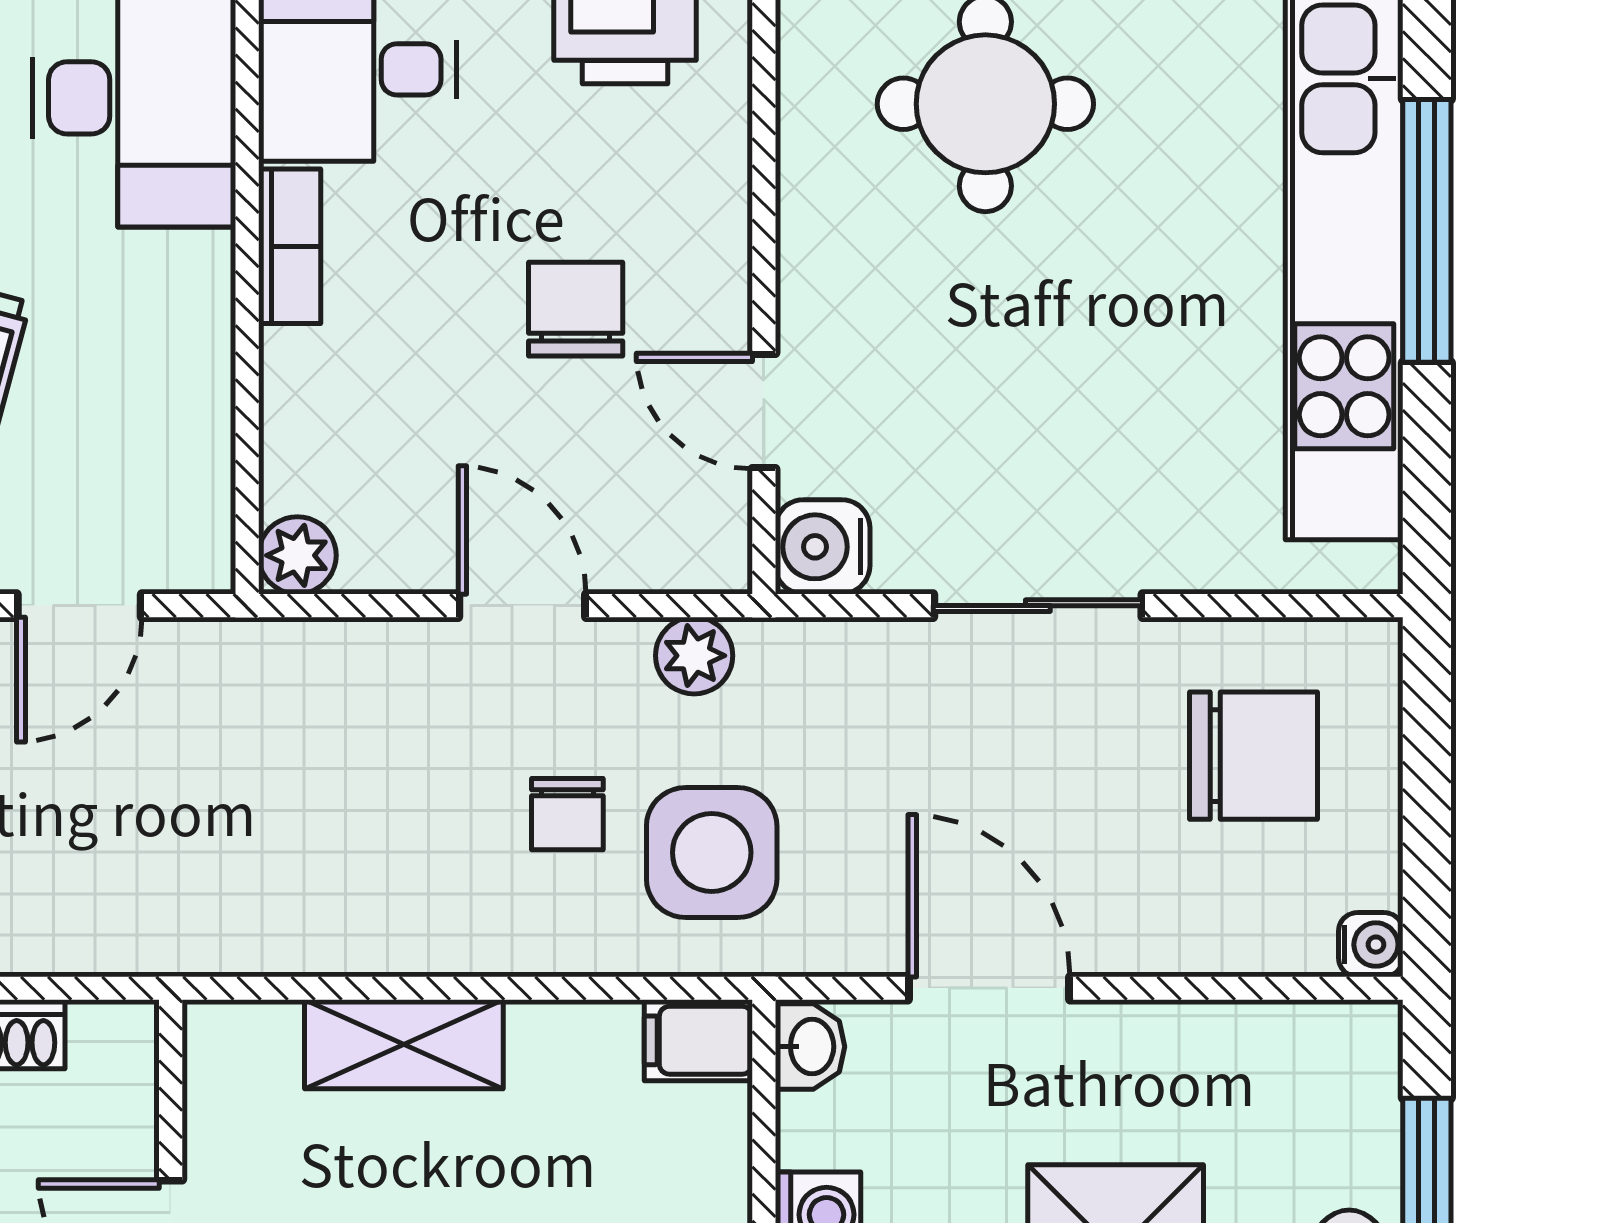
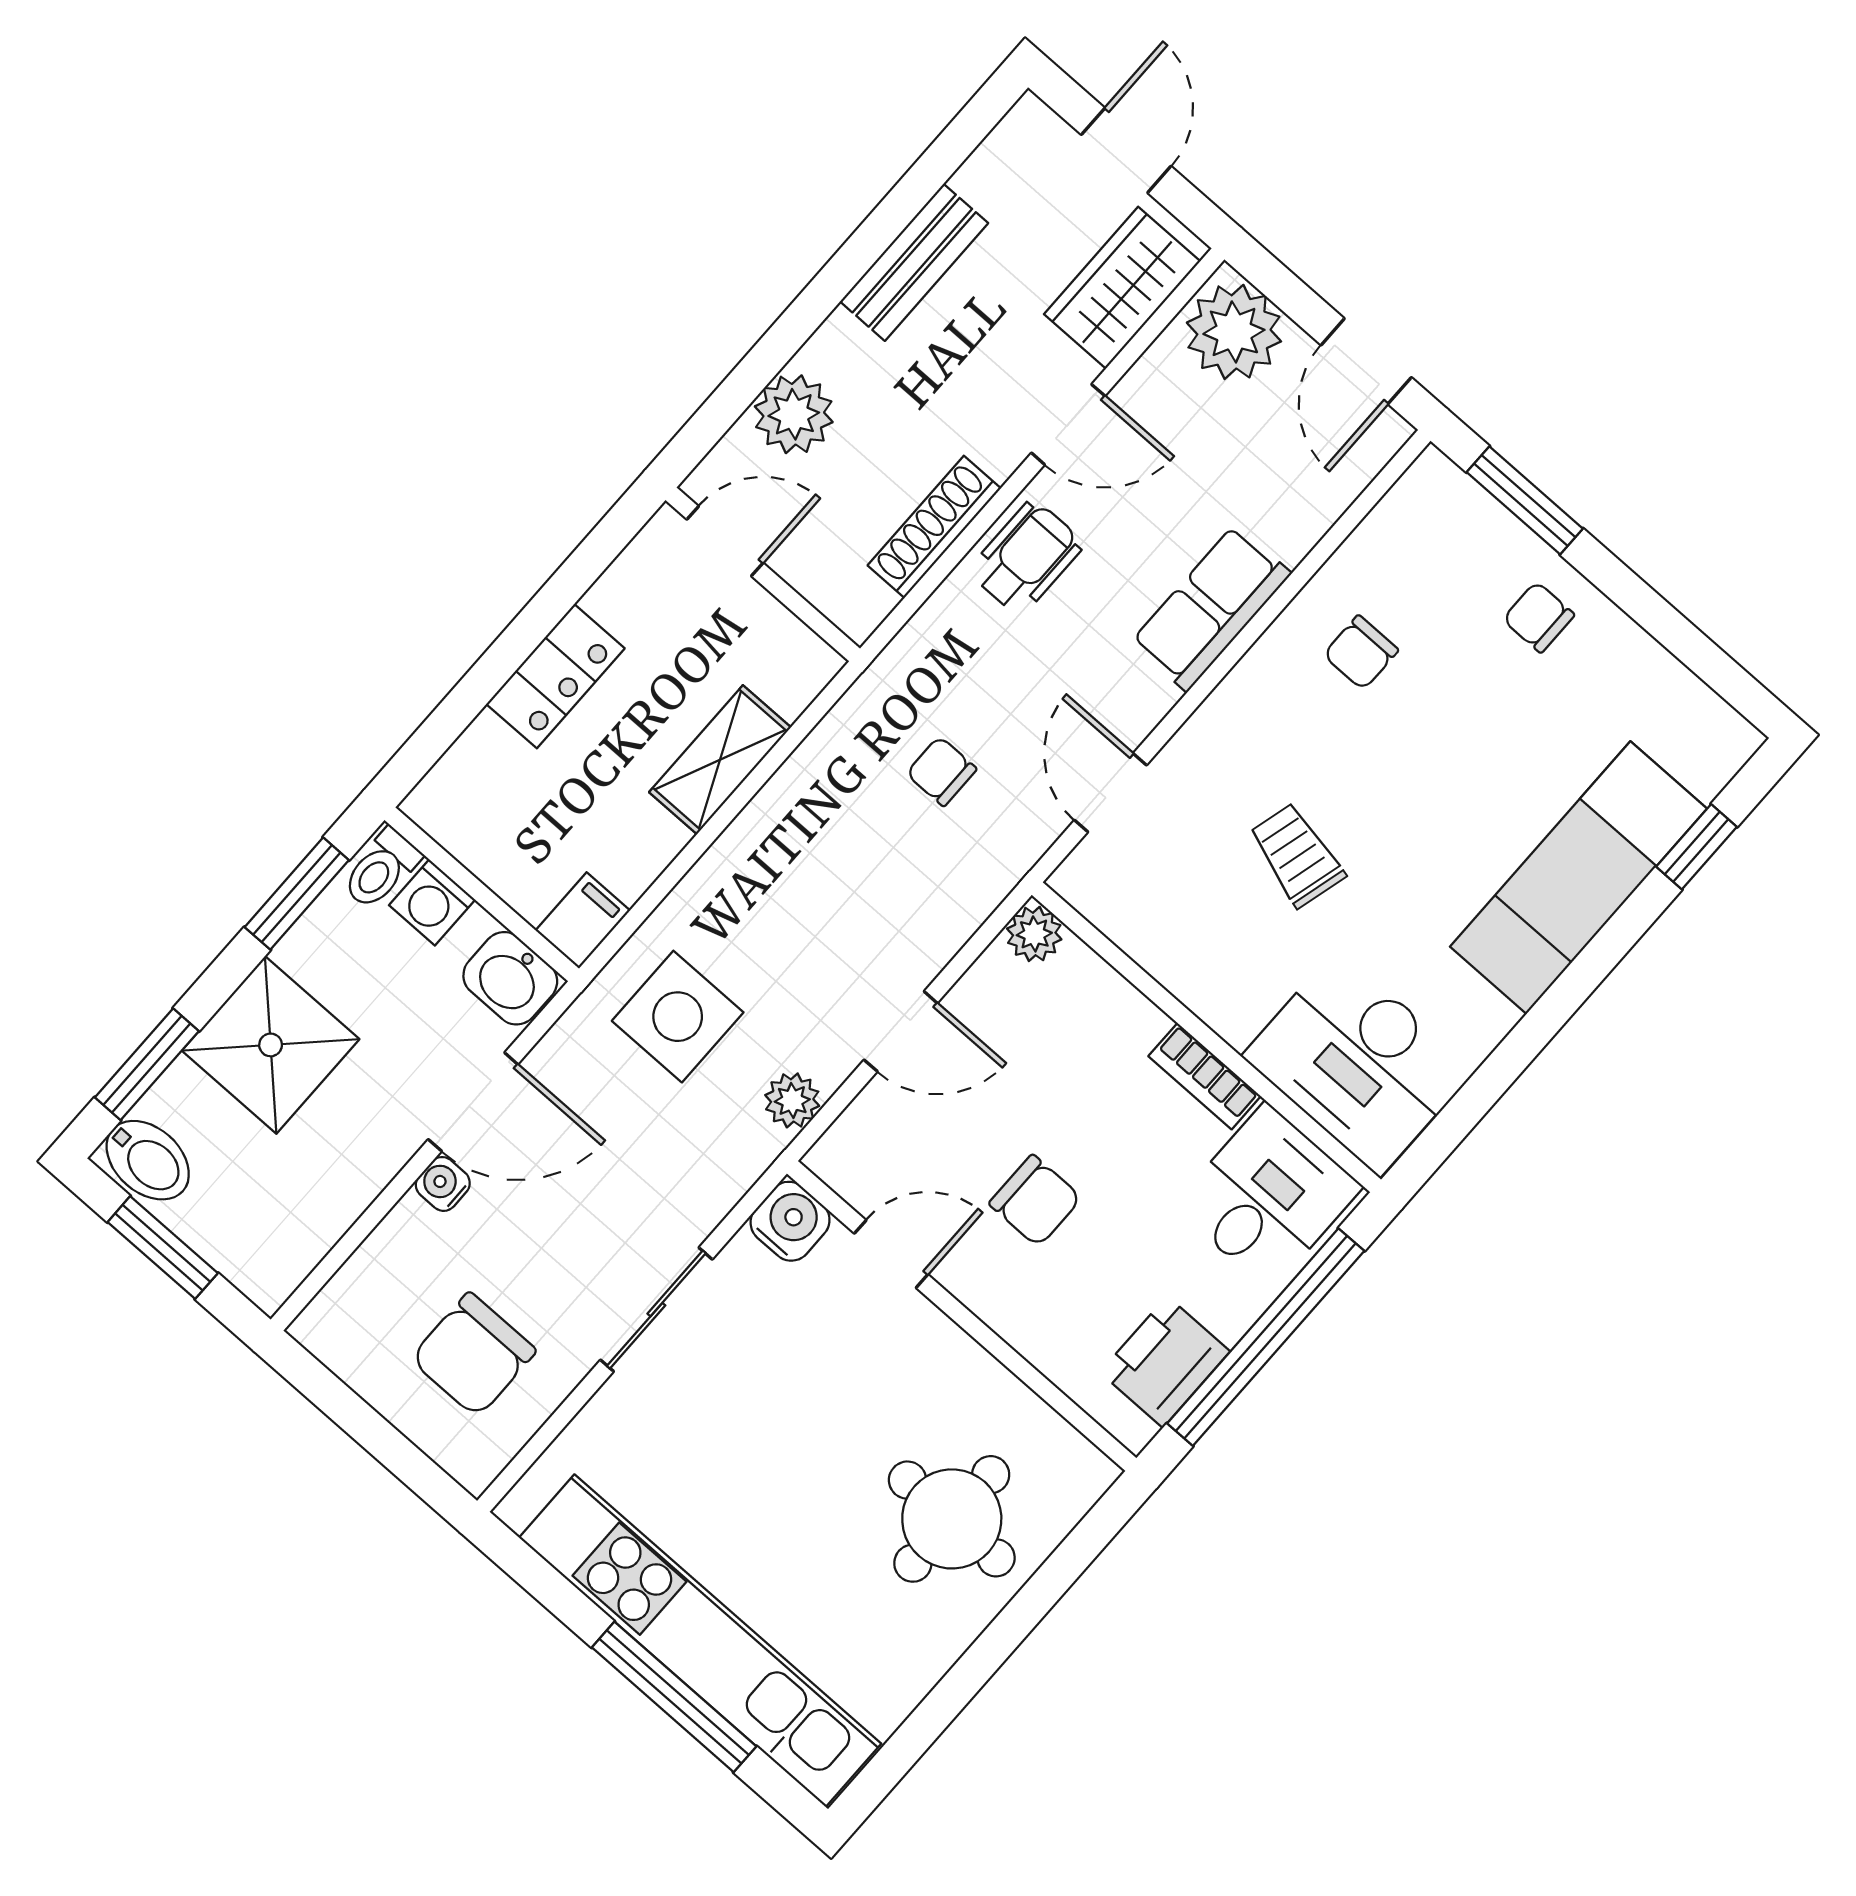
chair: (567, 814) -> (941, 771), moved
water cooler: (1371, 945) -> (443, 1184), moved, turned 90
washbasin: (810, 1047) -> (510, 978), width x1.38, depth x1.45

